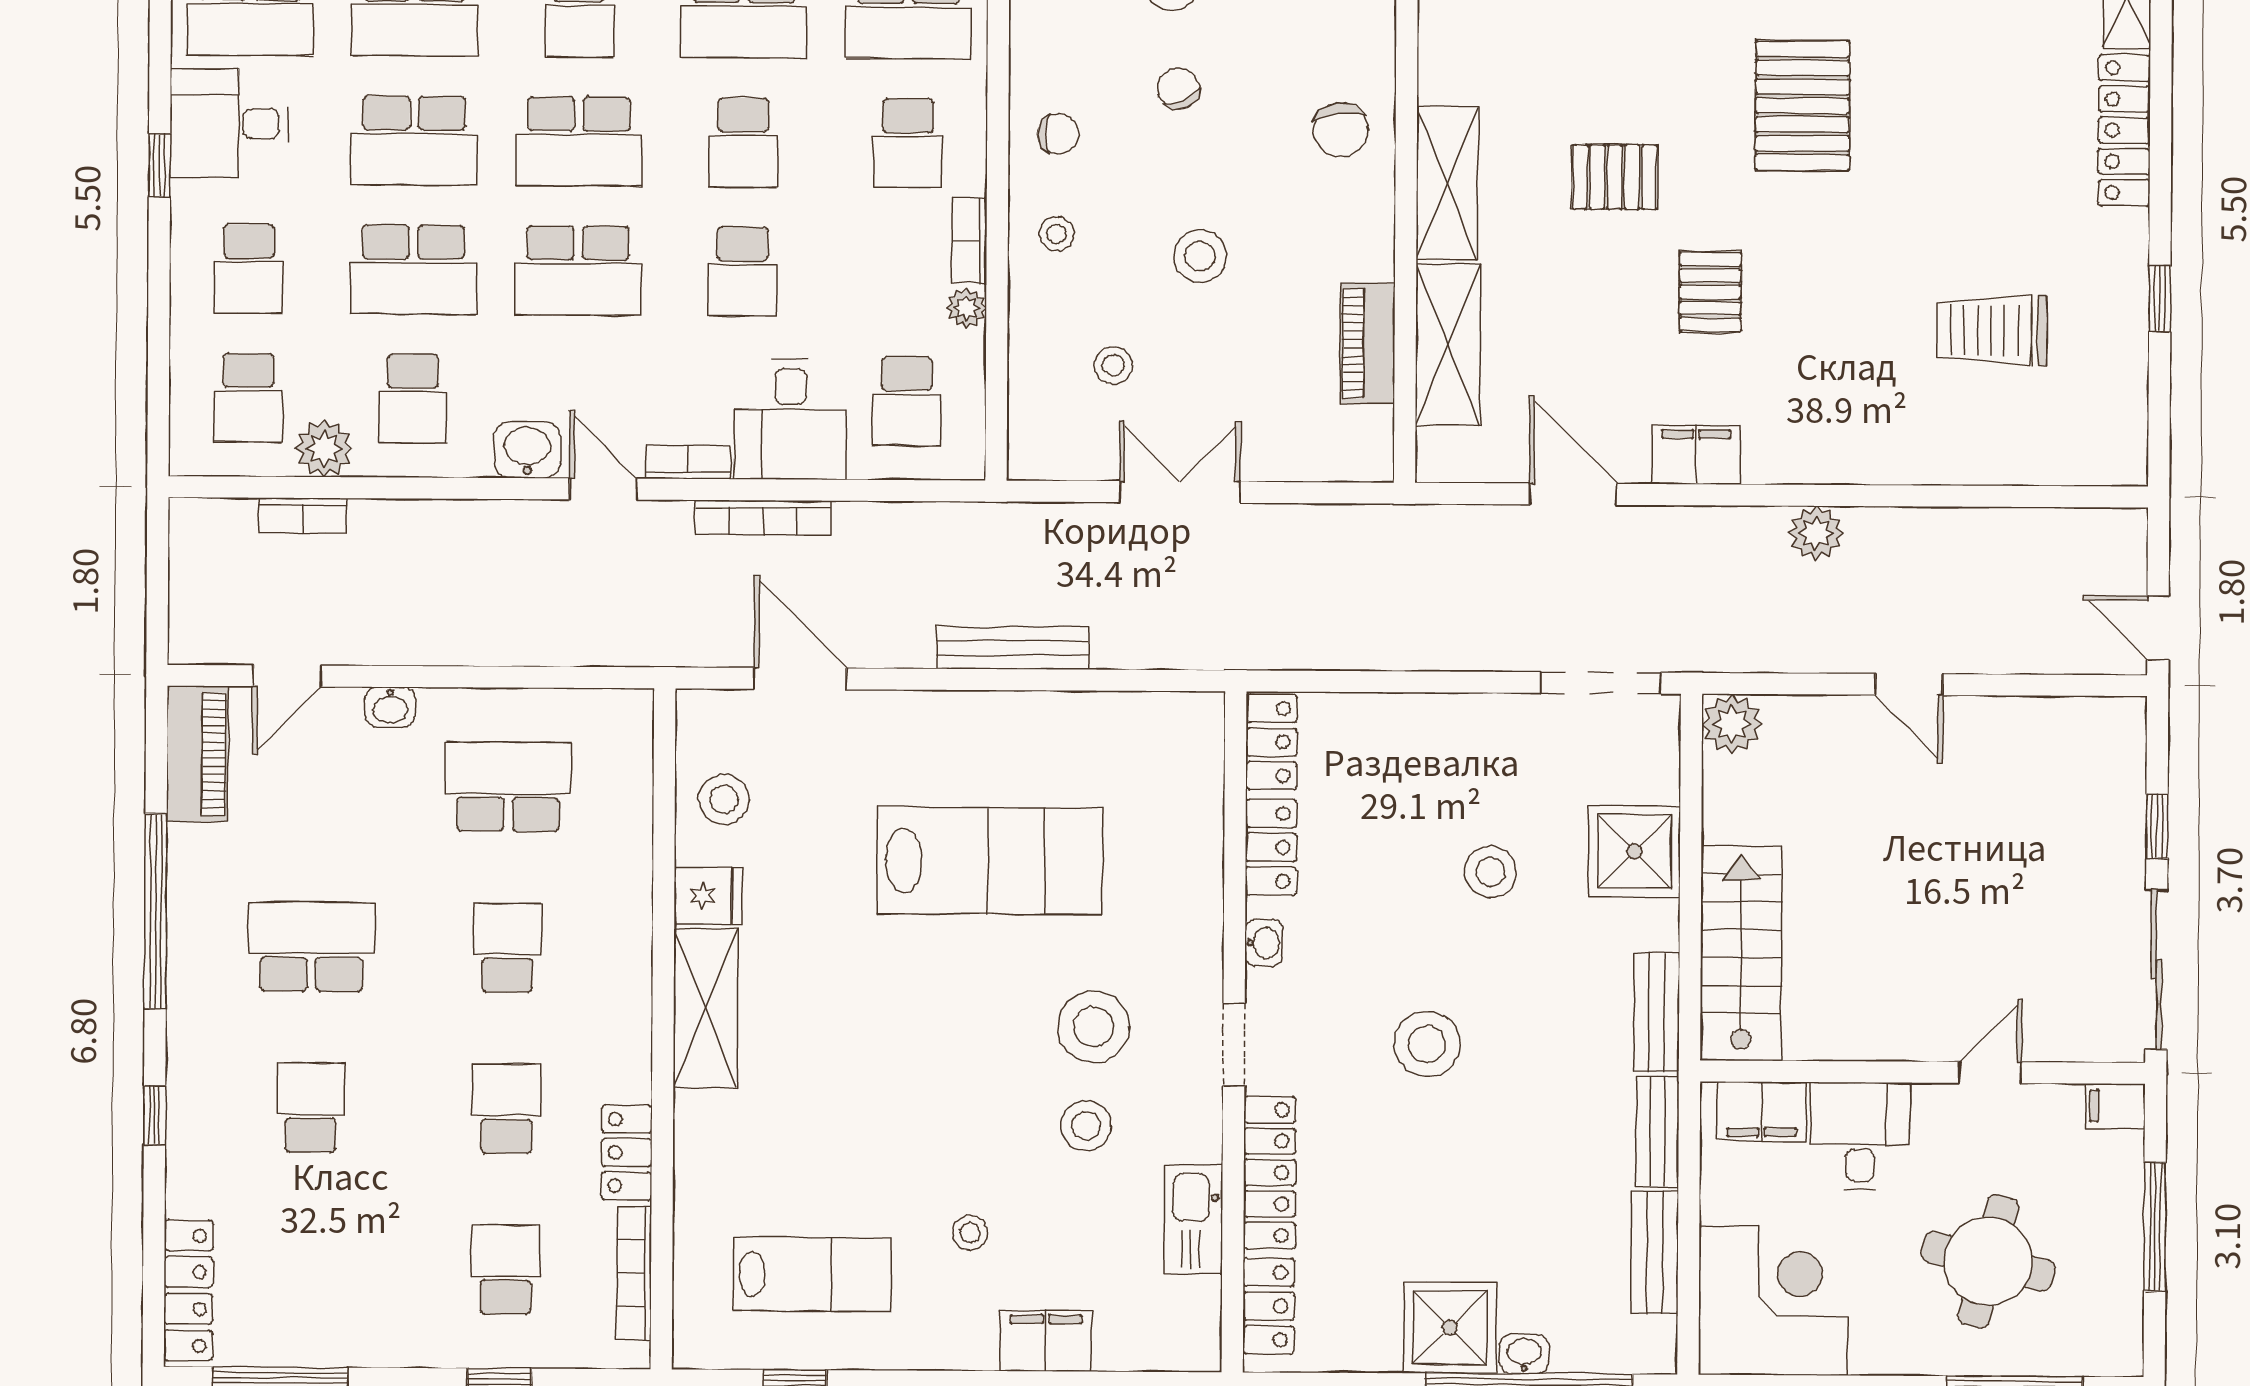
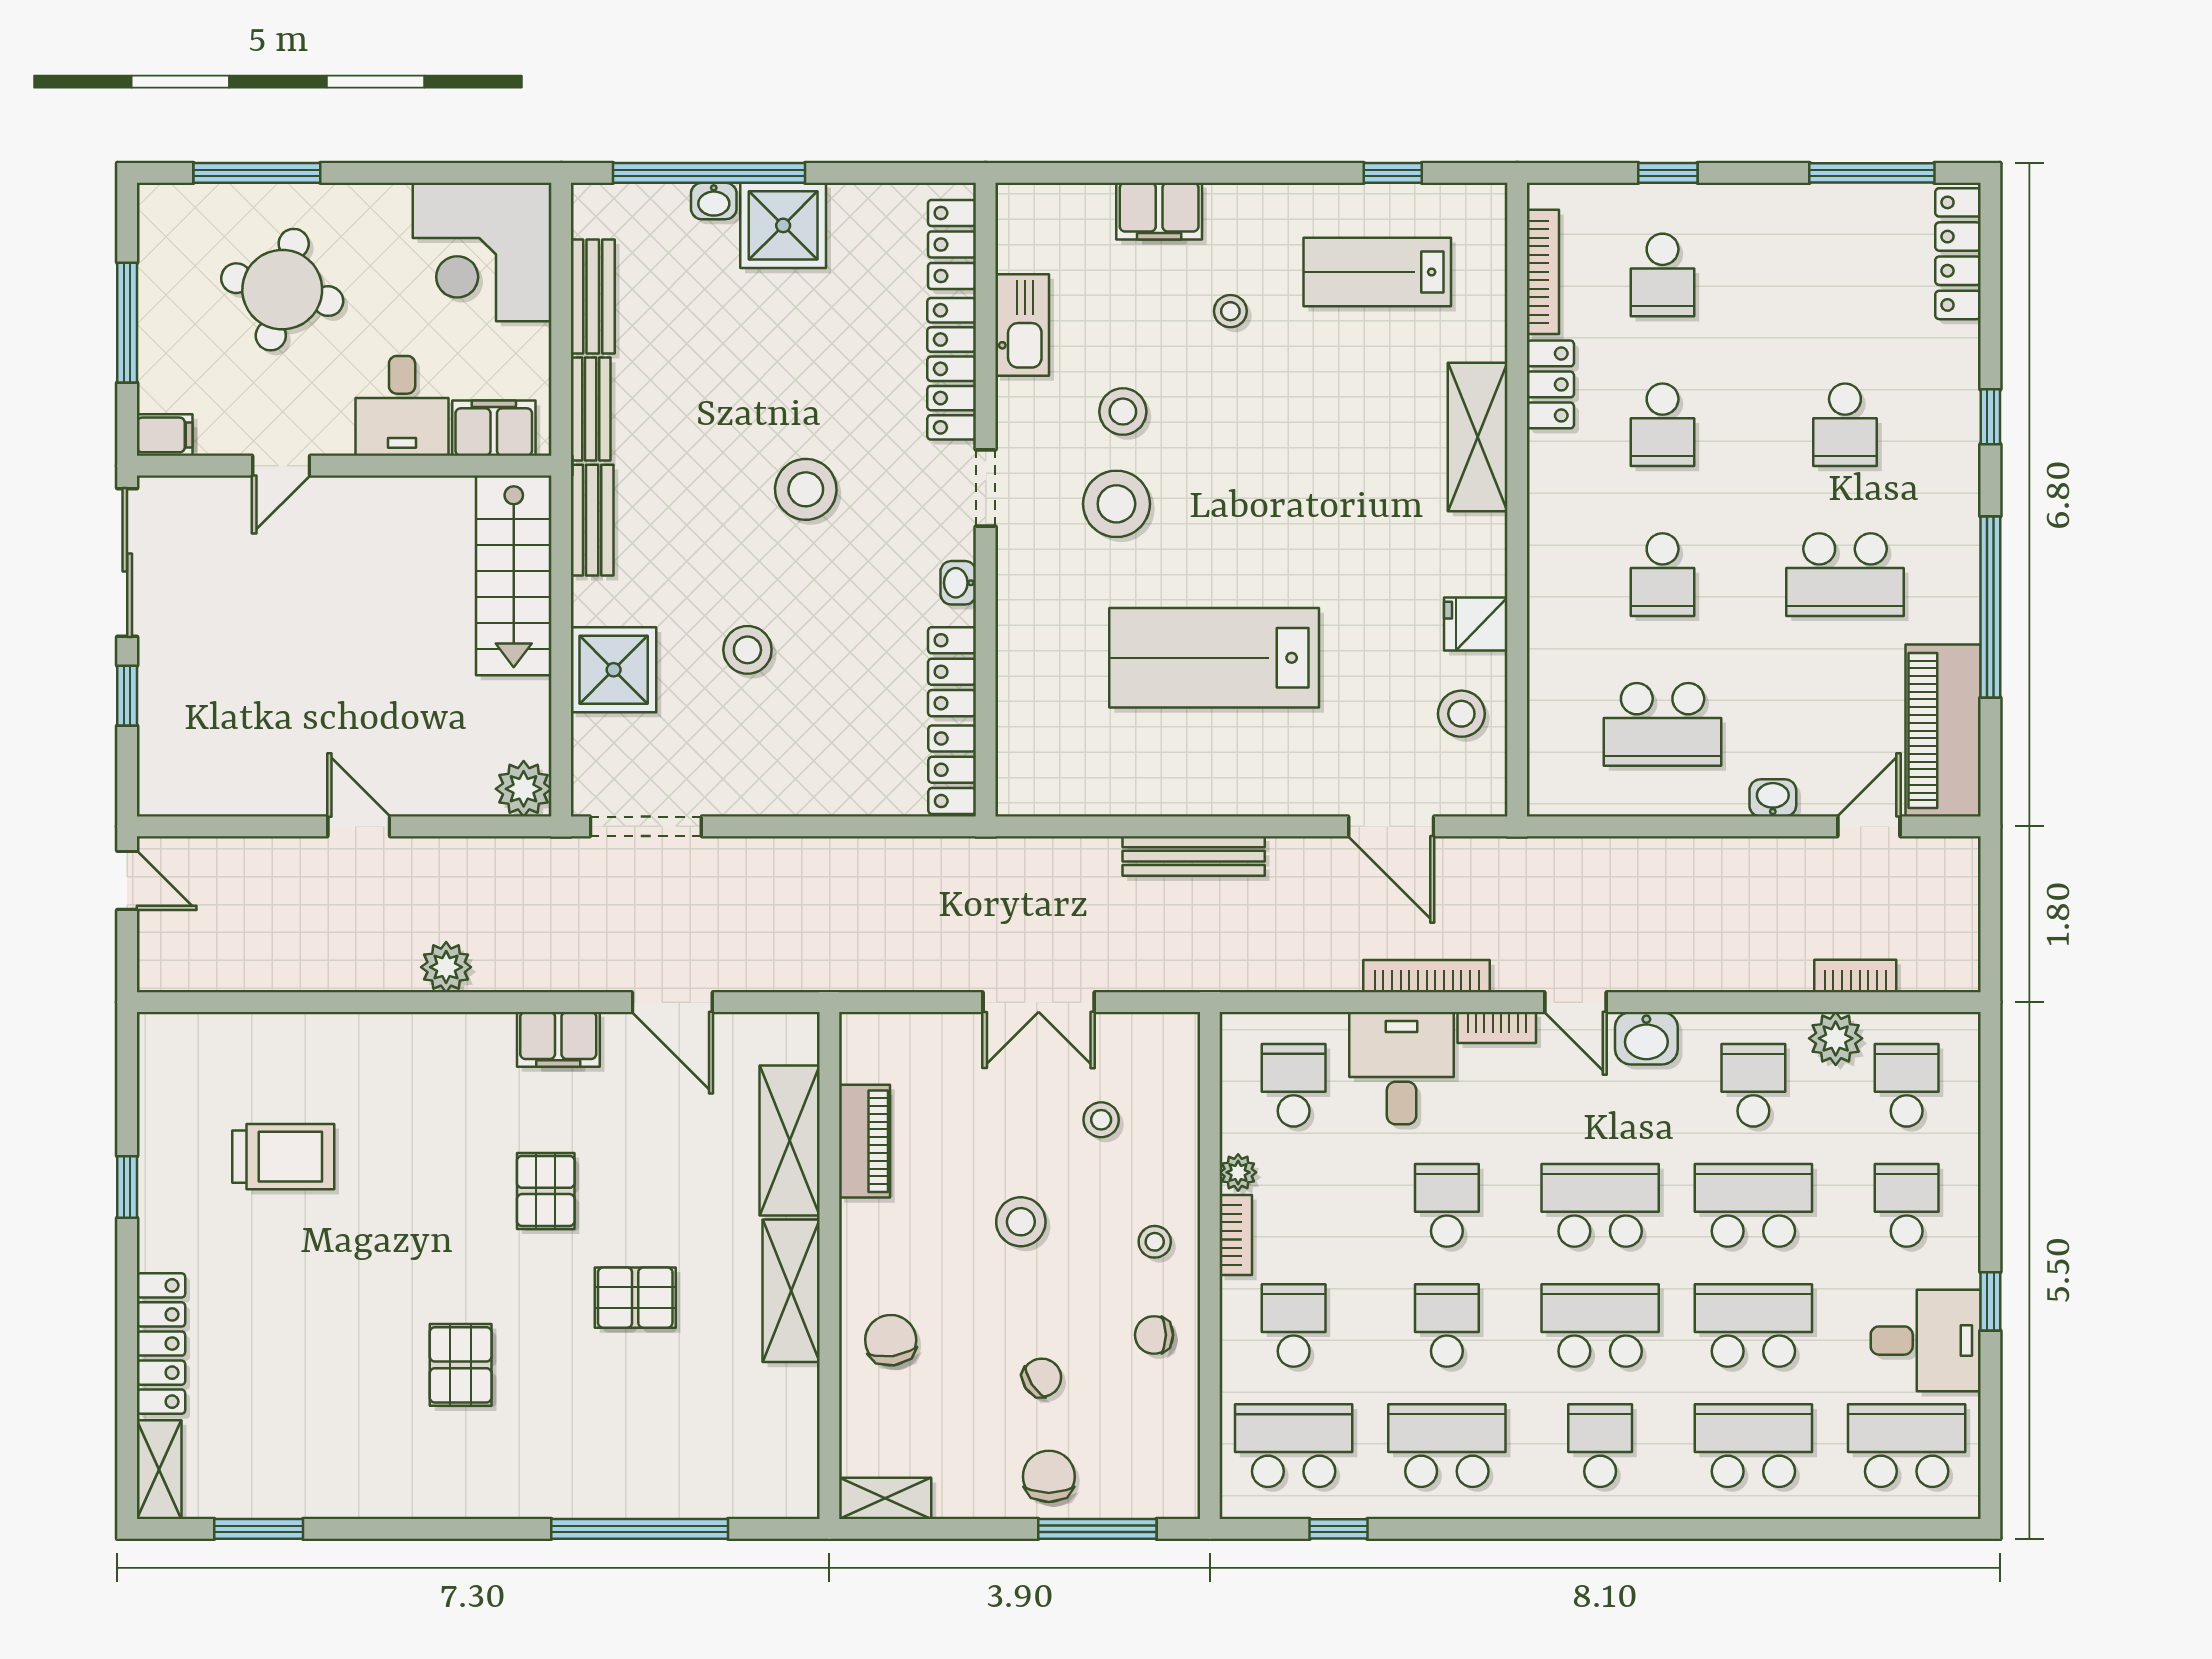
chair: (1179, 89) -> (1042, 1378), turned -99
pallet: (1803, 106) -> (461, 1365), width x0.67, depth x0.71
piano: (197, 754) -> (1943, 731), width x1.37, depth x1.33
shelving: (706, 1008) -> (1478, 437), moved

